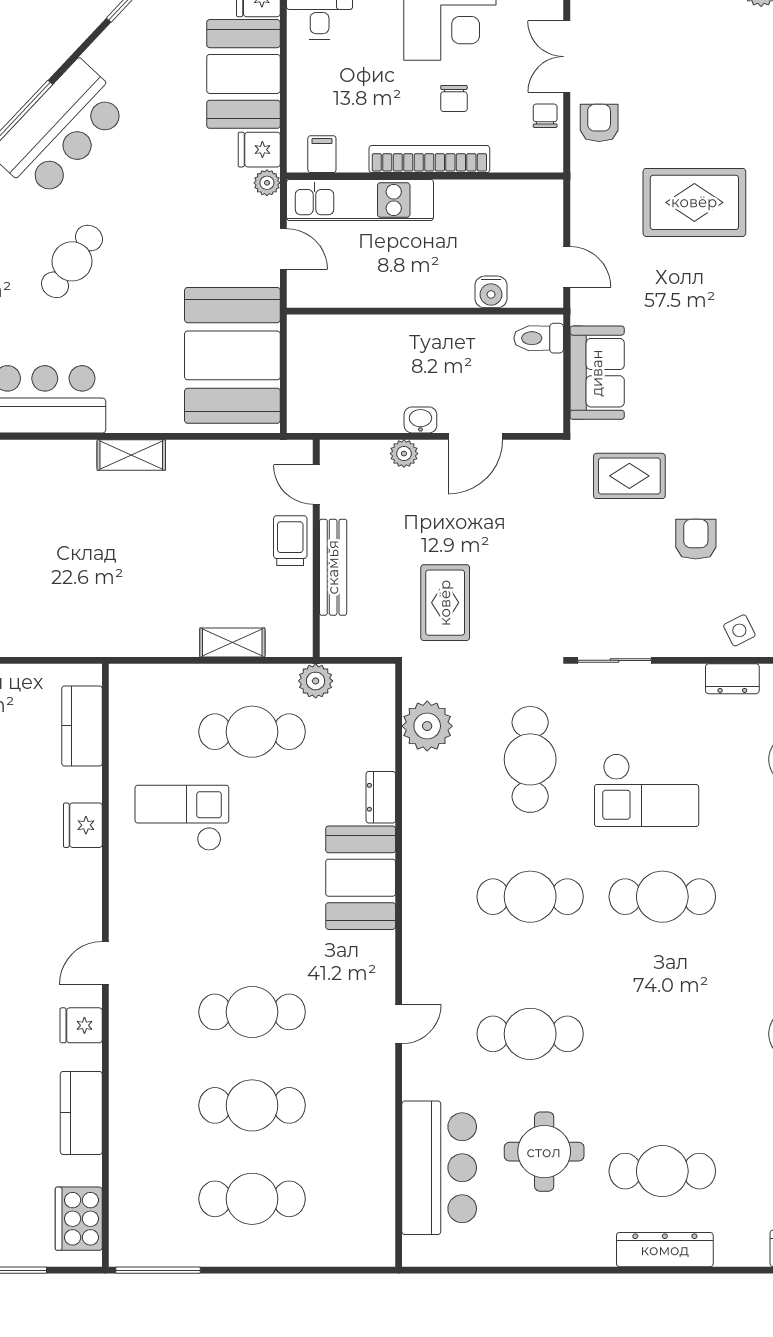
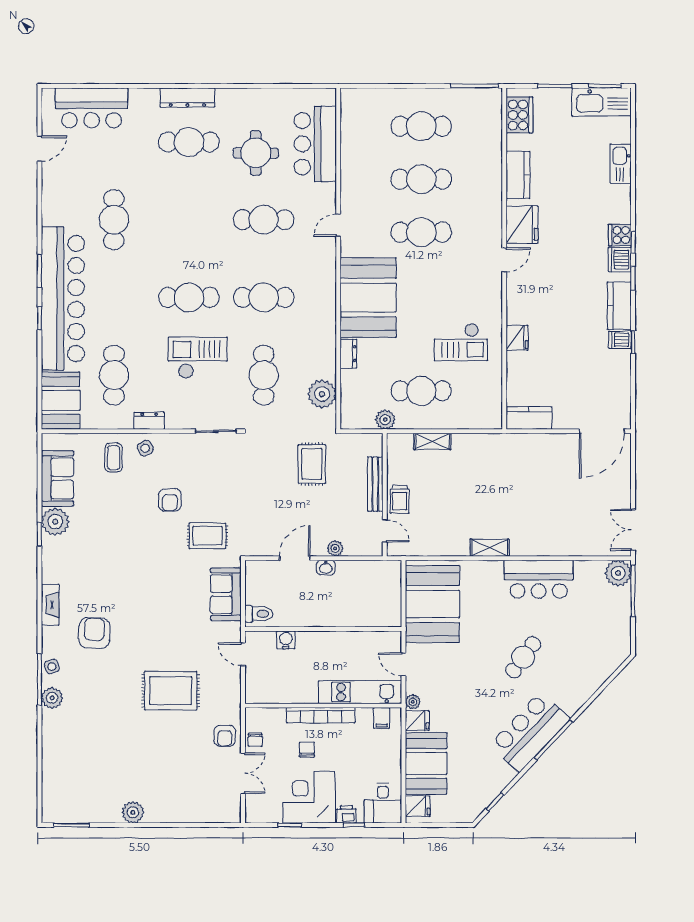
kitchen counter: (82, 726) -> (529, 418), moved, turned -90
booth: (361, 878) -> (368, 298), width x1.36, depth x1.42
fridge: (81, 1025) -> (522, 225), width x1.88, depth x1.34

